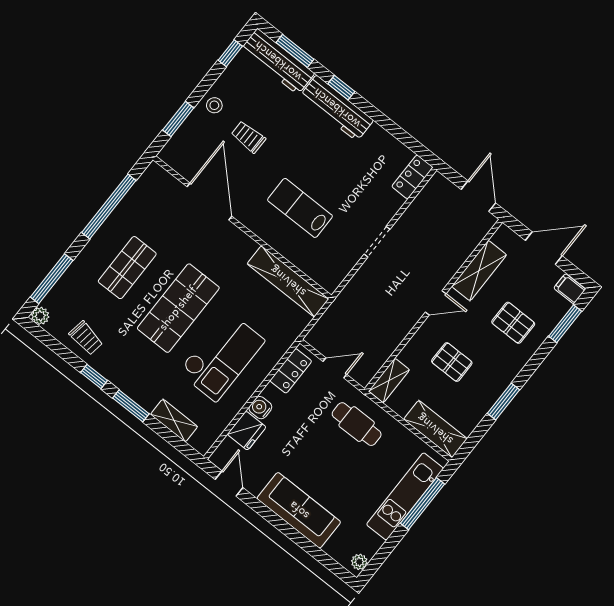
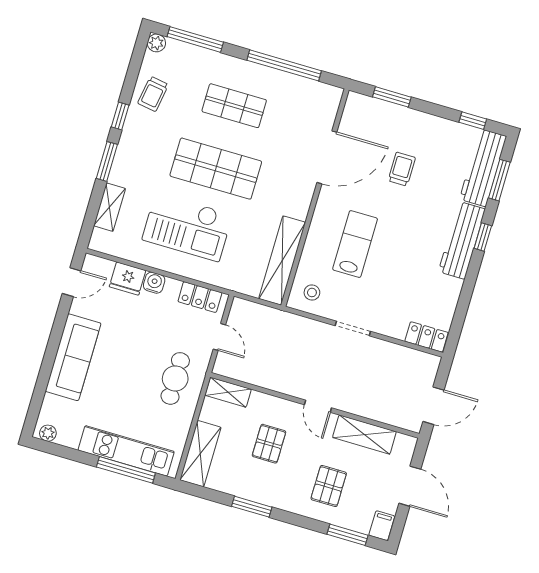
stool: (214, 105) -> (312, 292), moved

